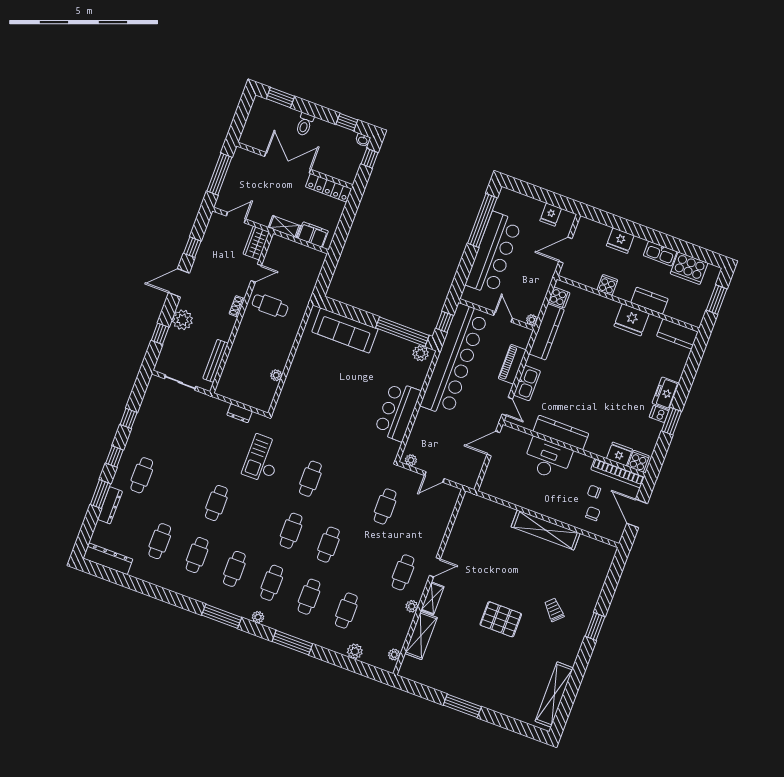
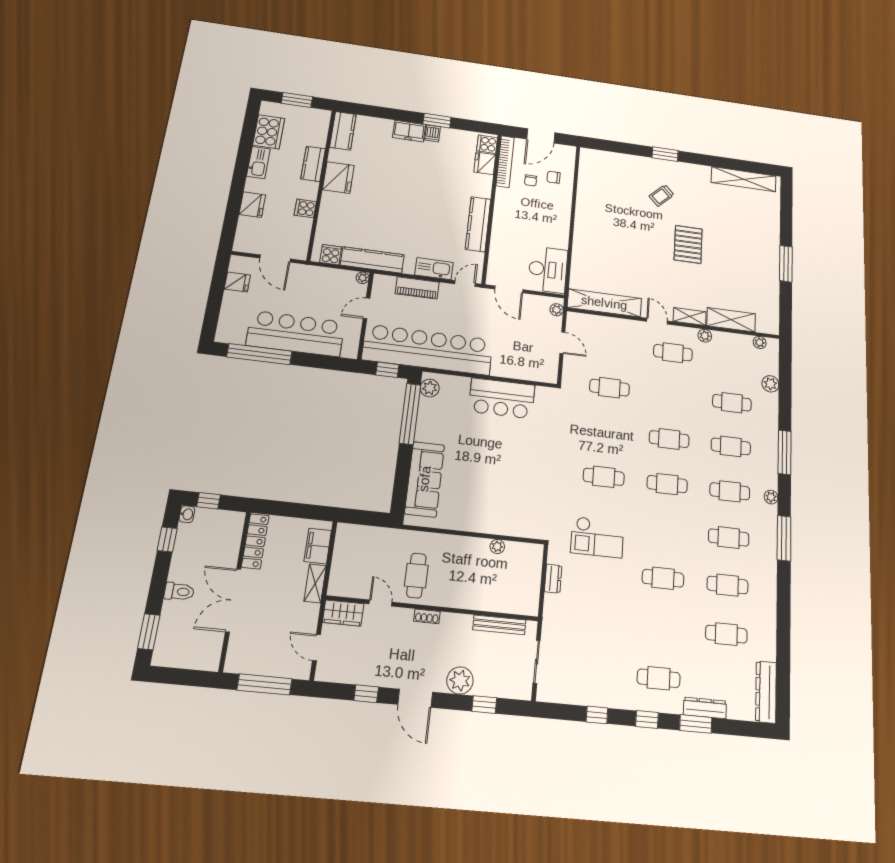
desk: (548, 459) -> (548, 270), moved, turned 180
plant: (411, 460) -> (557, 310), moved
shelving: (546, 530) -> (604, 303), moved, turned 90

